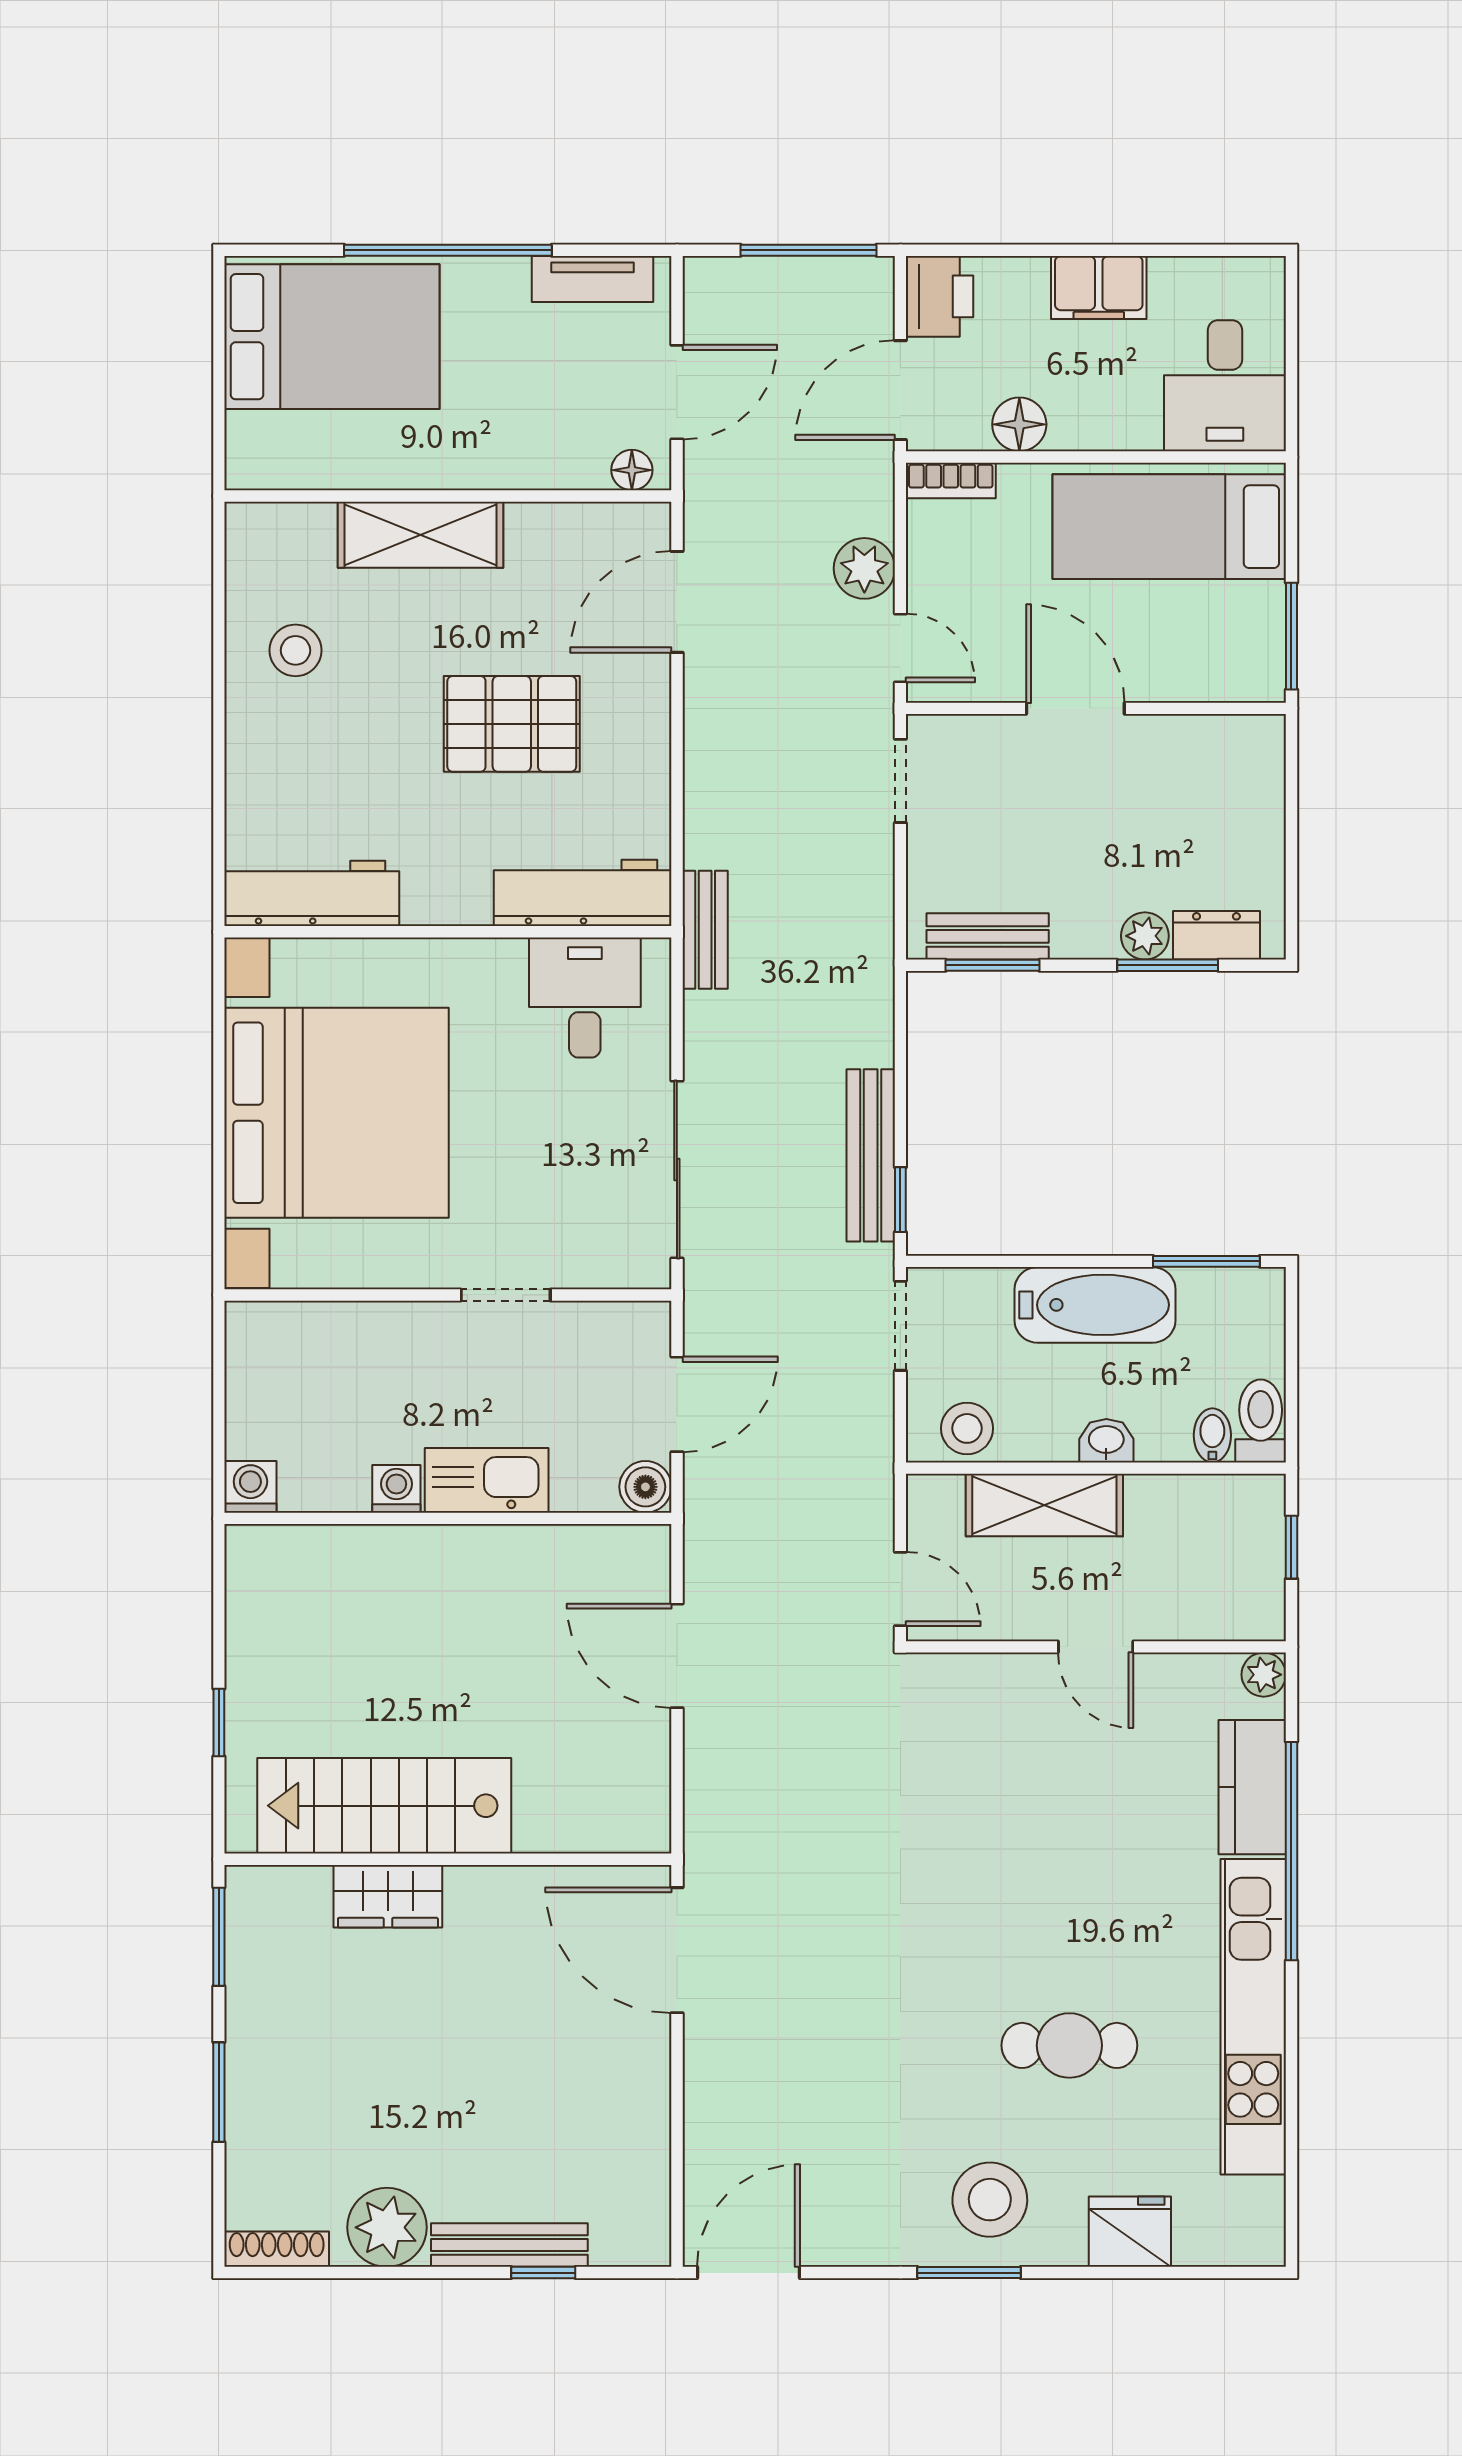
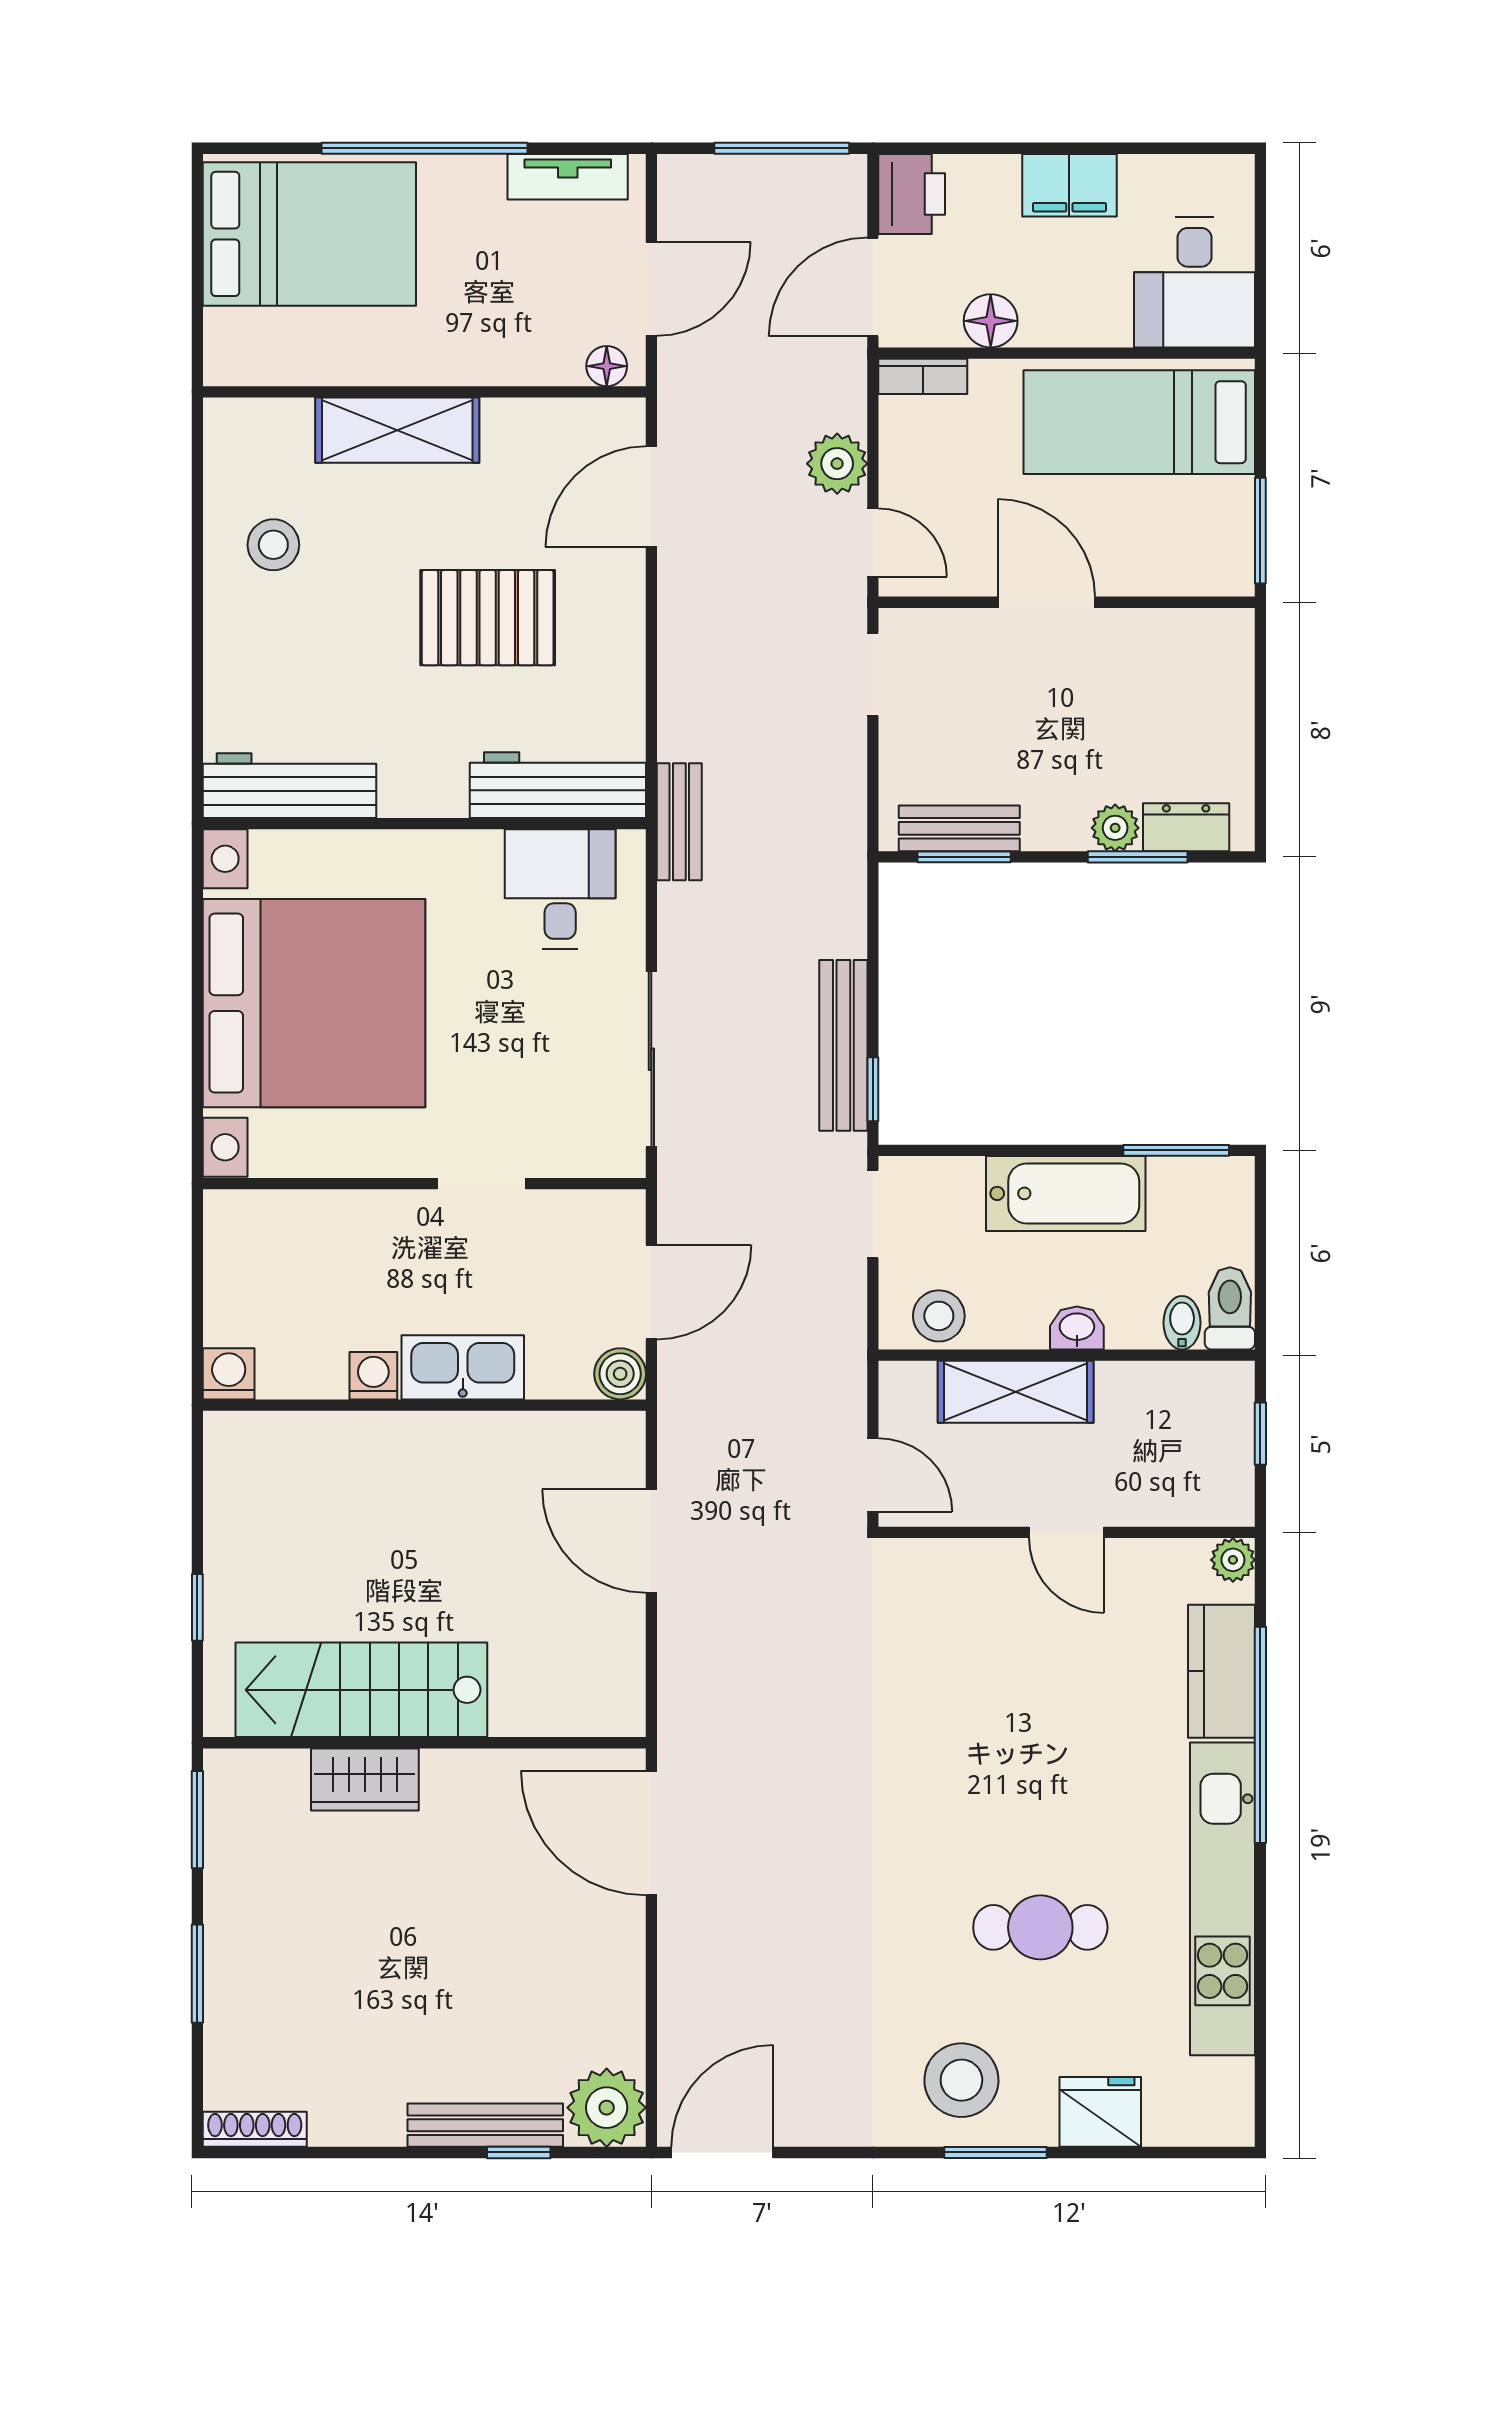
plant: (387, 2227) -> (607, 2108), moved
window: (969, 2273) -> (996, 2152), moved

